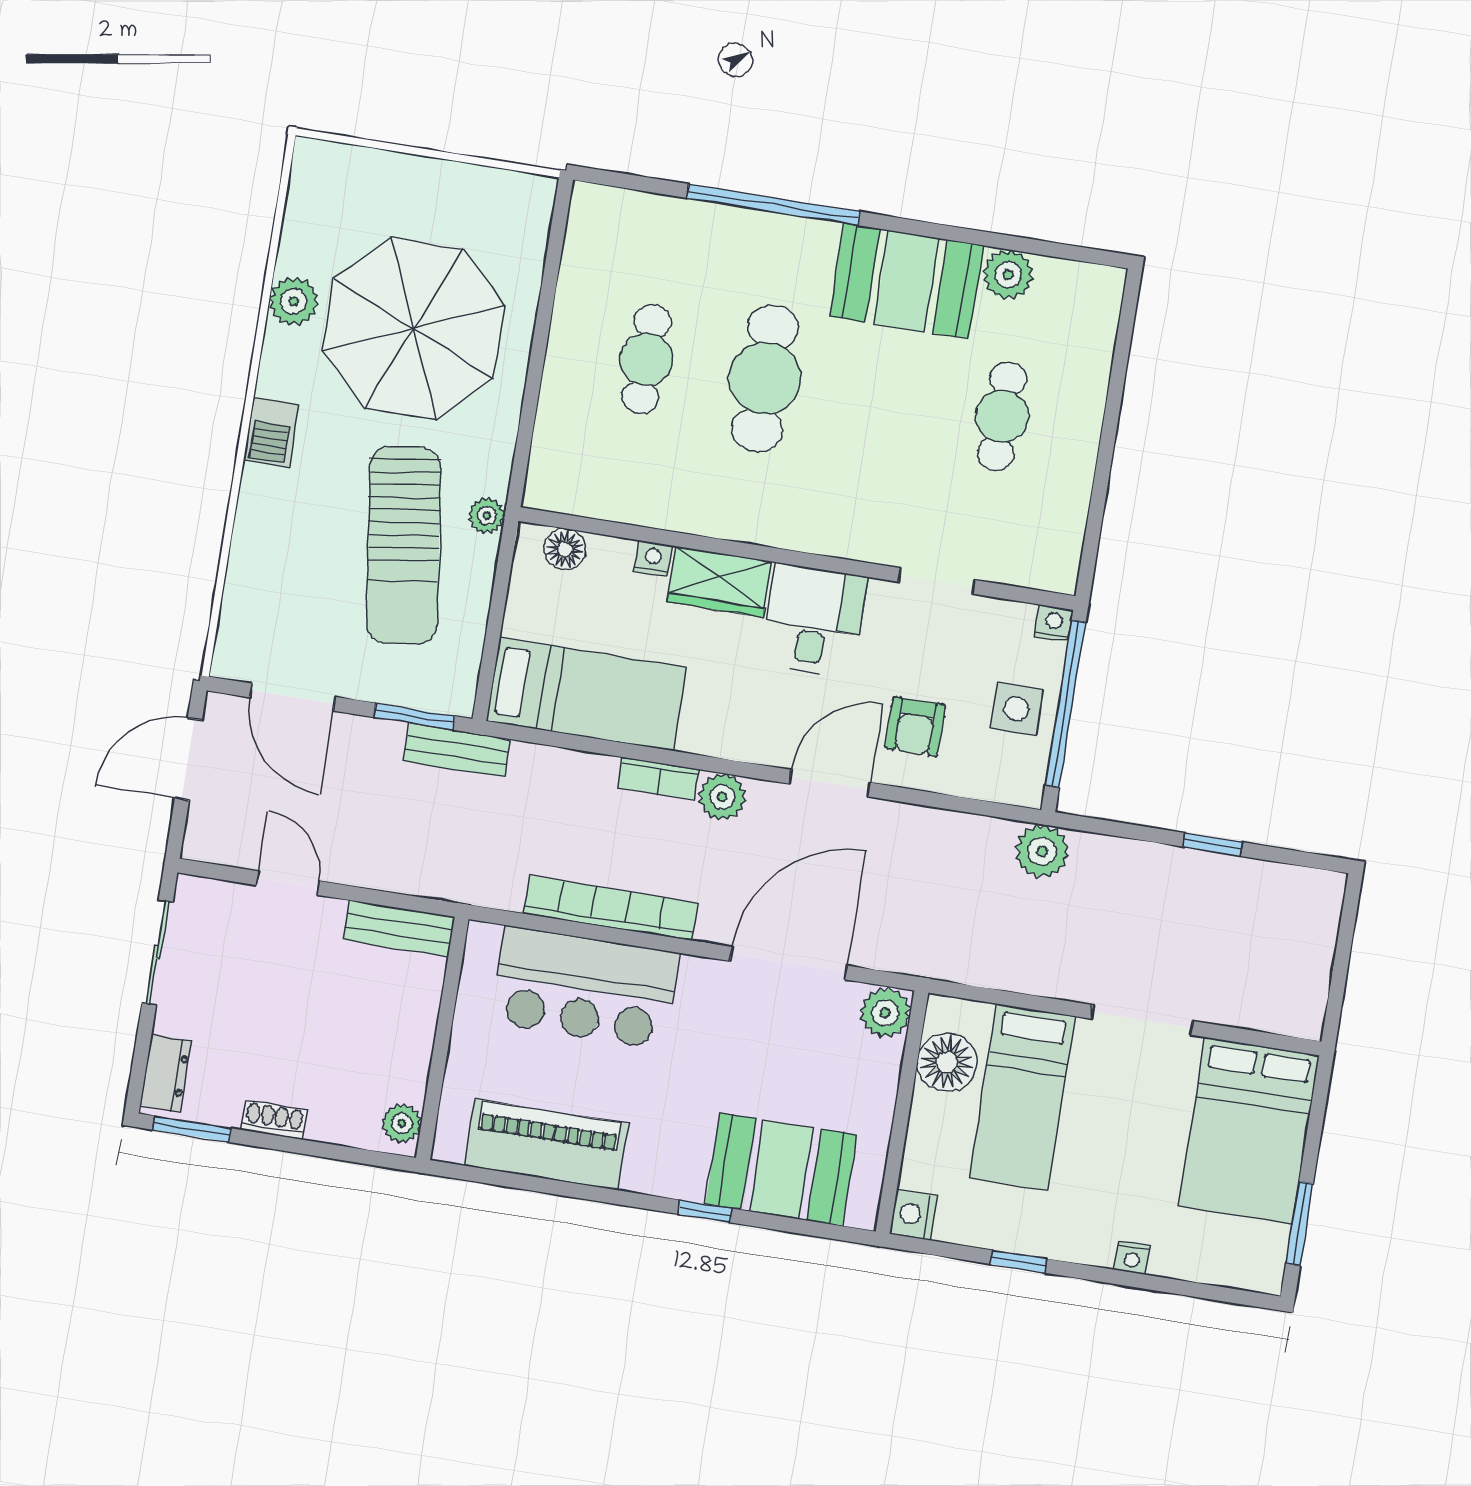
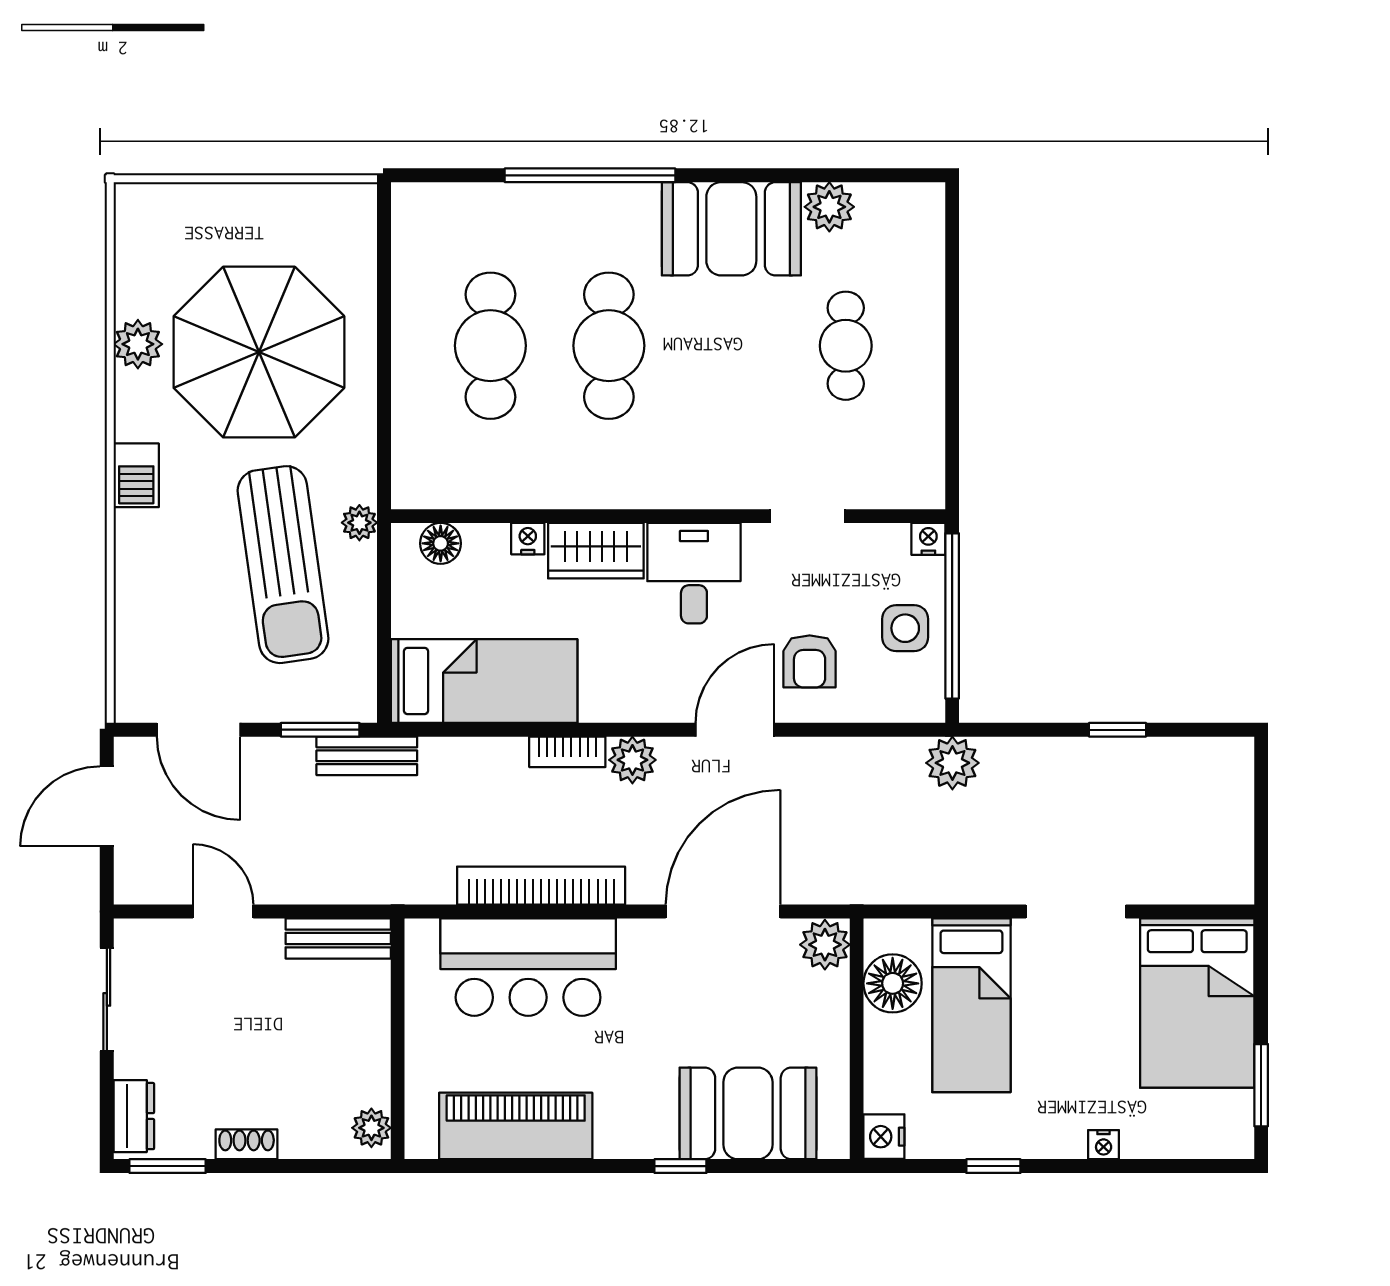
cafe table: (646, 359) -> (490, 346), width x1.37, depth x1.35

